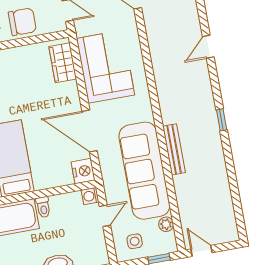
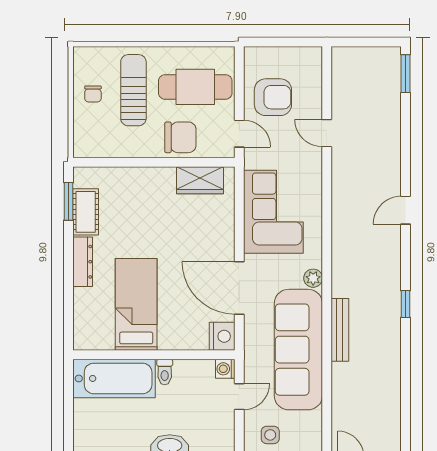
wardrobe: (63, 63) -> (200, 180), moved, turned -90
plant: (166, 224) -> (313, 278), moved

